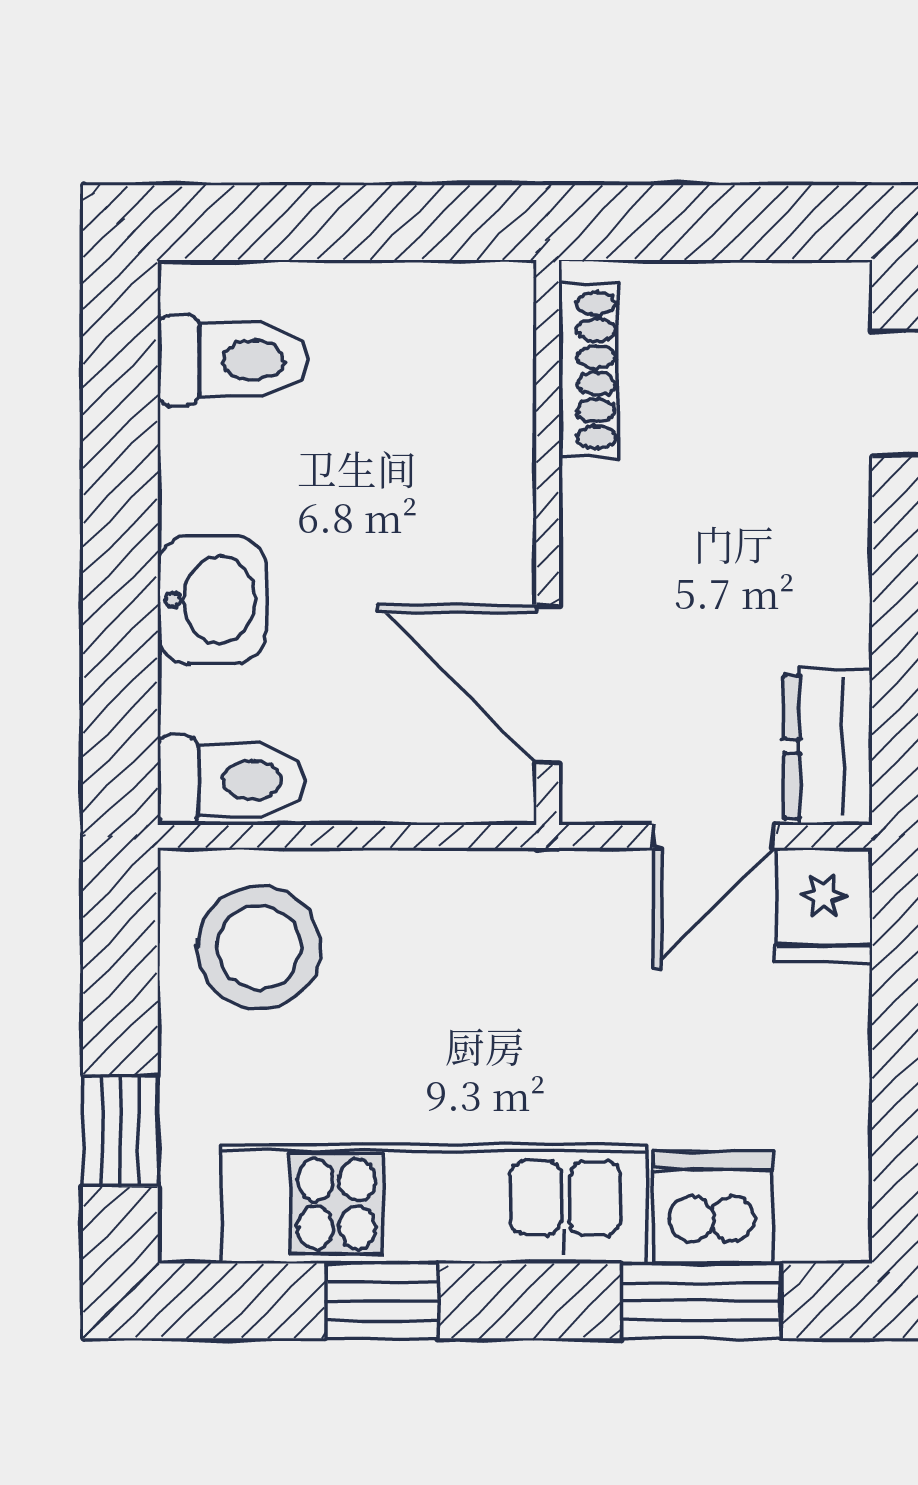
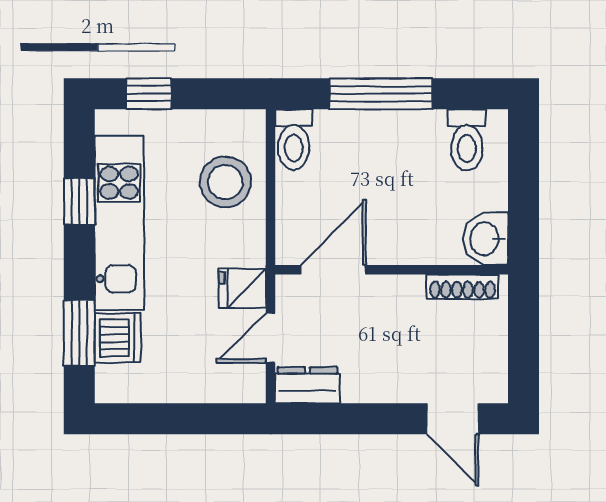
window: (120, 568) -> (381, 94), added
washbasin: (212, 600) -> (486, 239), moved, turned 90
door: (713, 836) -> (271, 338), hinge flipped
fridge: (824, 905) -> (242, 288), moved
stool: (259, 947) -> (225, 182), moved

